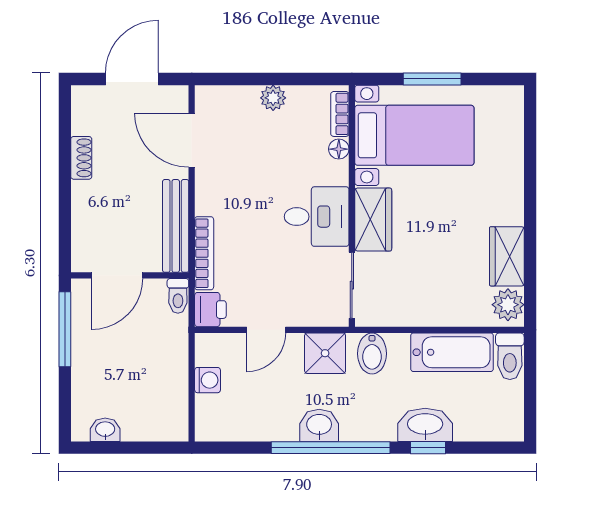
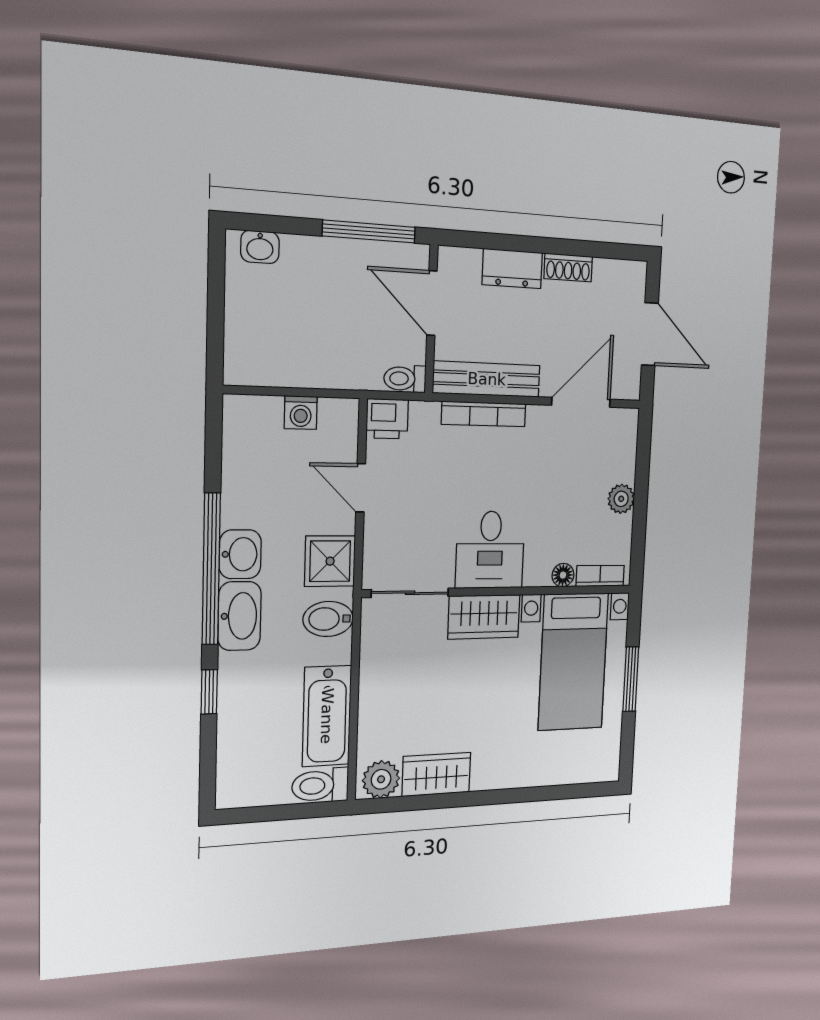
dresser: (85, 208) -> (512, 269), added
bookcase: (204, 253) -> (484, 414), moved
washbasin: (425, 425) -> (240, 616), moved
washbasin: (105, 430) -> (260, 247), moved, turned 90

